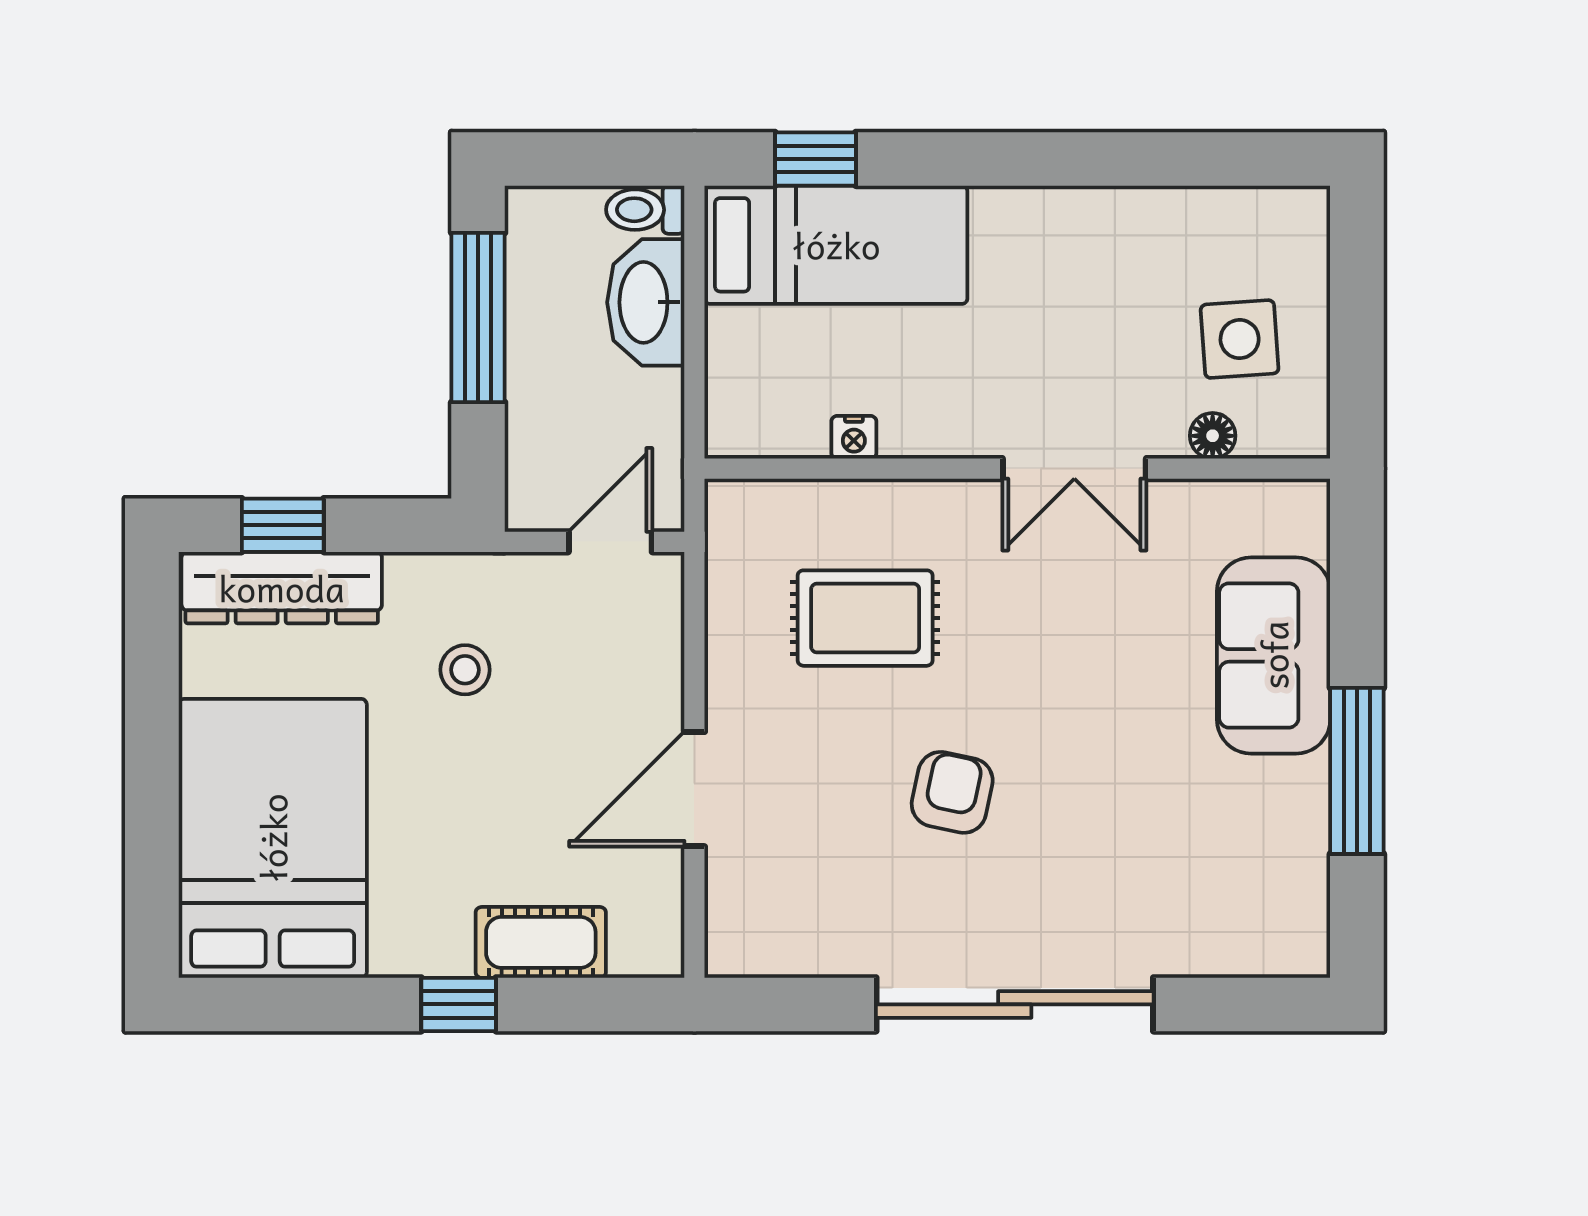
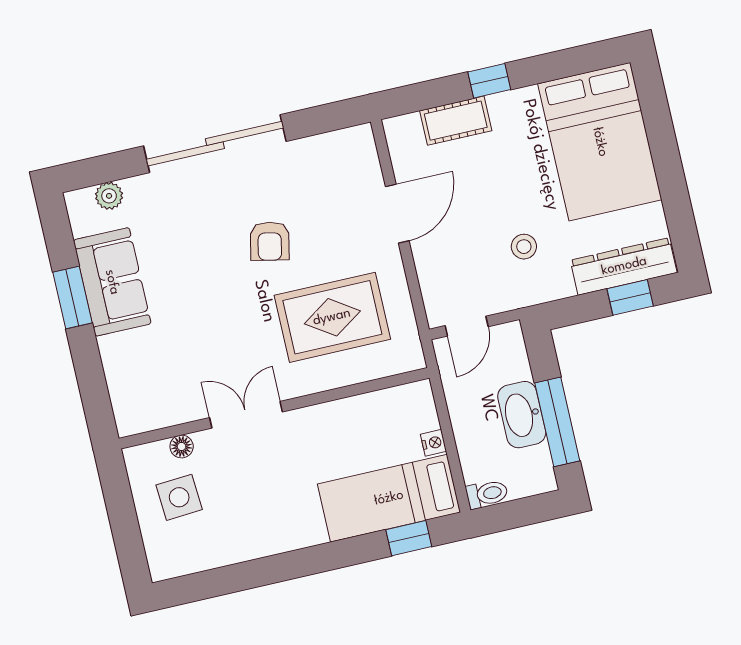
washbasin: (646, 302) -> (522, 415), moved, turned 180
nightstand: (854, 437) -> (433, 443), moved, turned 90
rug: (865, 618) -> (332, 317), width x1.36, depth x1.43
sofa: (1274, 655) -> (112, 282), moved
window: (1357, 771) -> (72, 297), width x0.69
plant: (1242, 950) -> (109, 196), added

